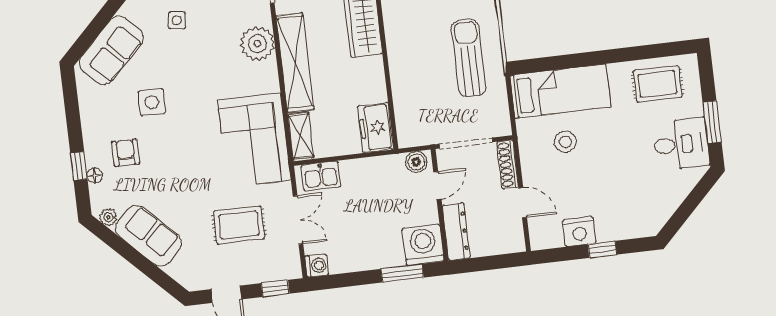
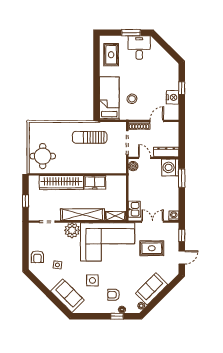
freezer: (375, 127) -> (95, 182), moved
corner sofa: (254, 140) -> (108, 242), width x1.36, depth x1.36
rug: (239, 225) -> (152, 248), turned 90

